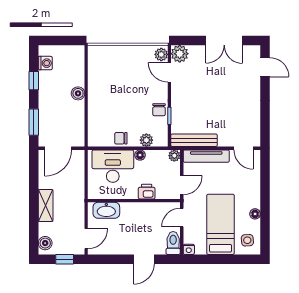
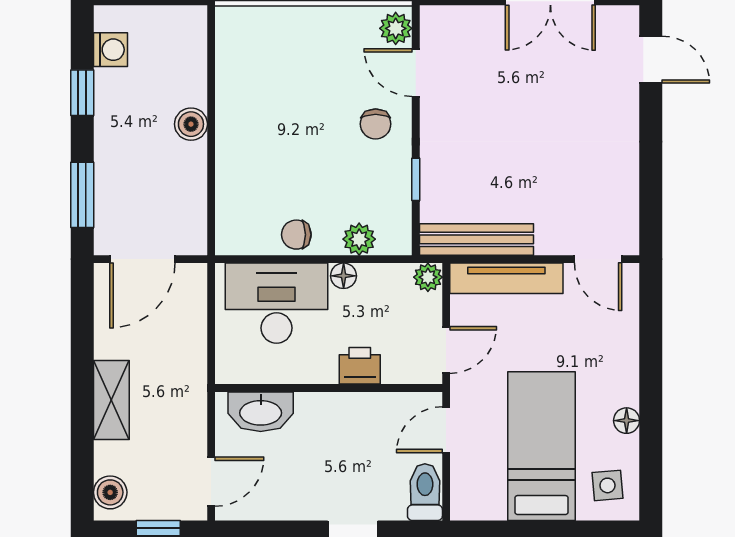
plant: (180, 54) -> (441, 27), removed
chair: (159, 110) -> (376, 124), moved
nightstand: (189, 249) -> (463, 508), removed

